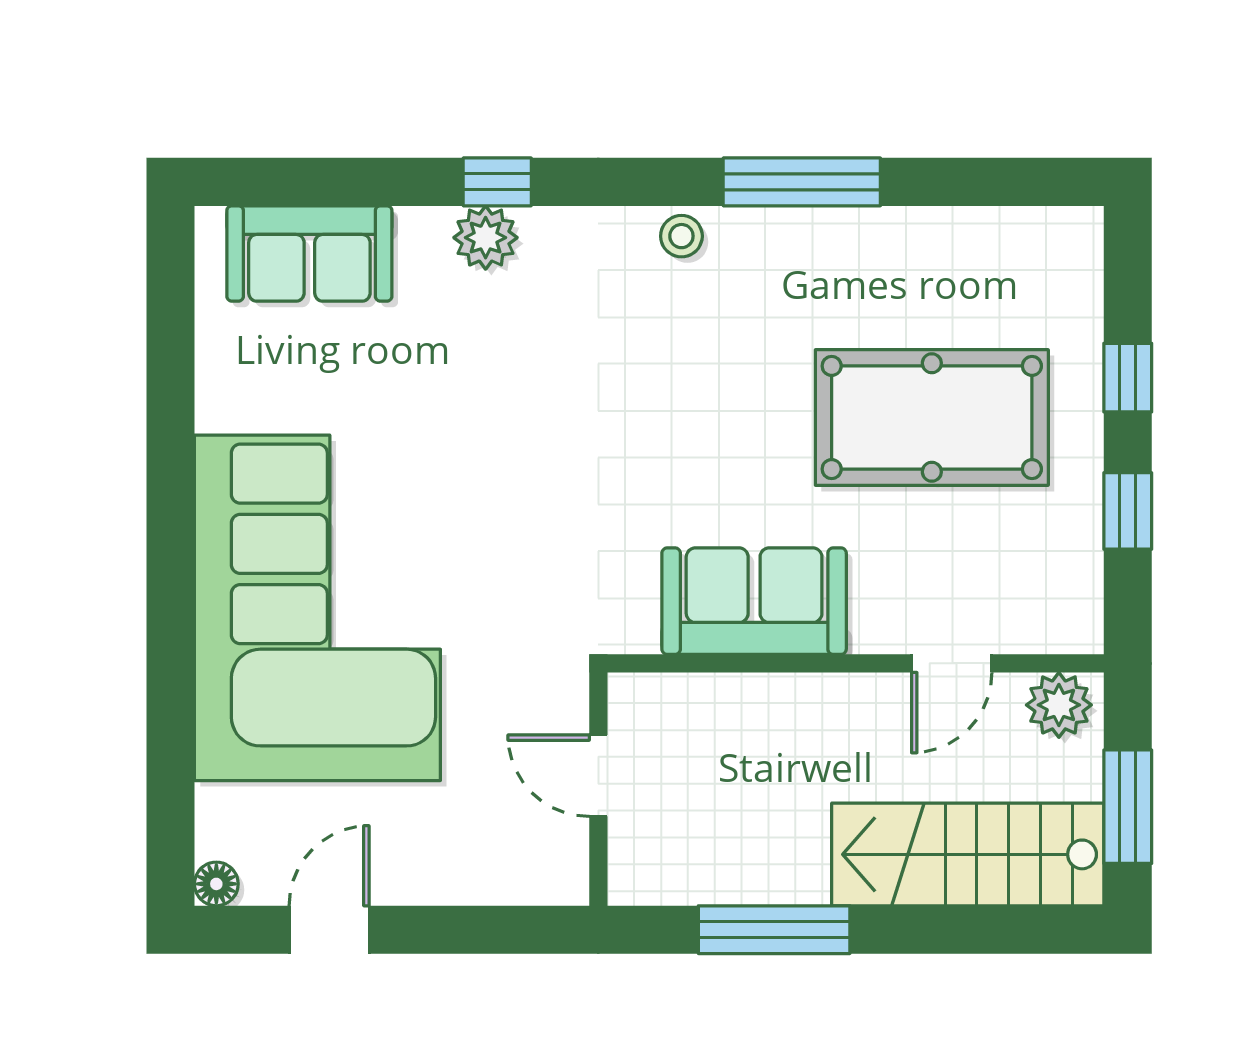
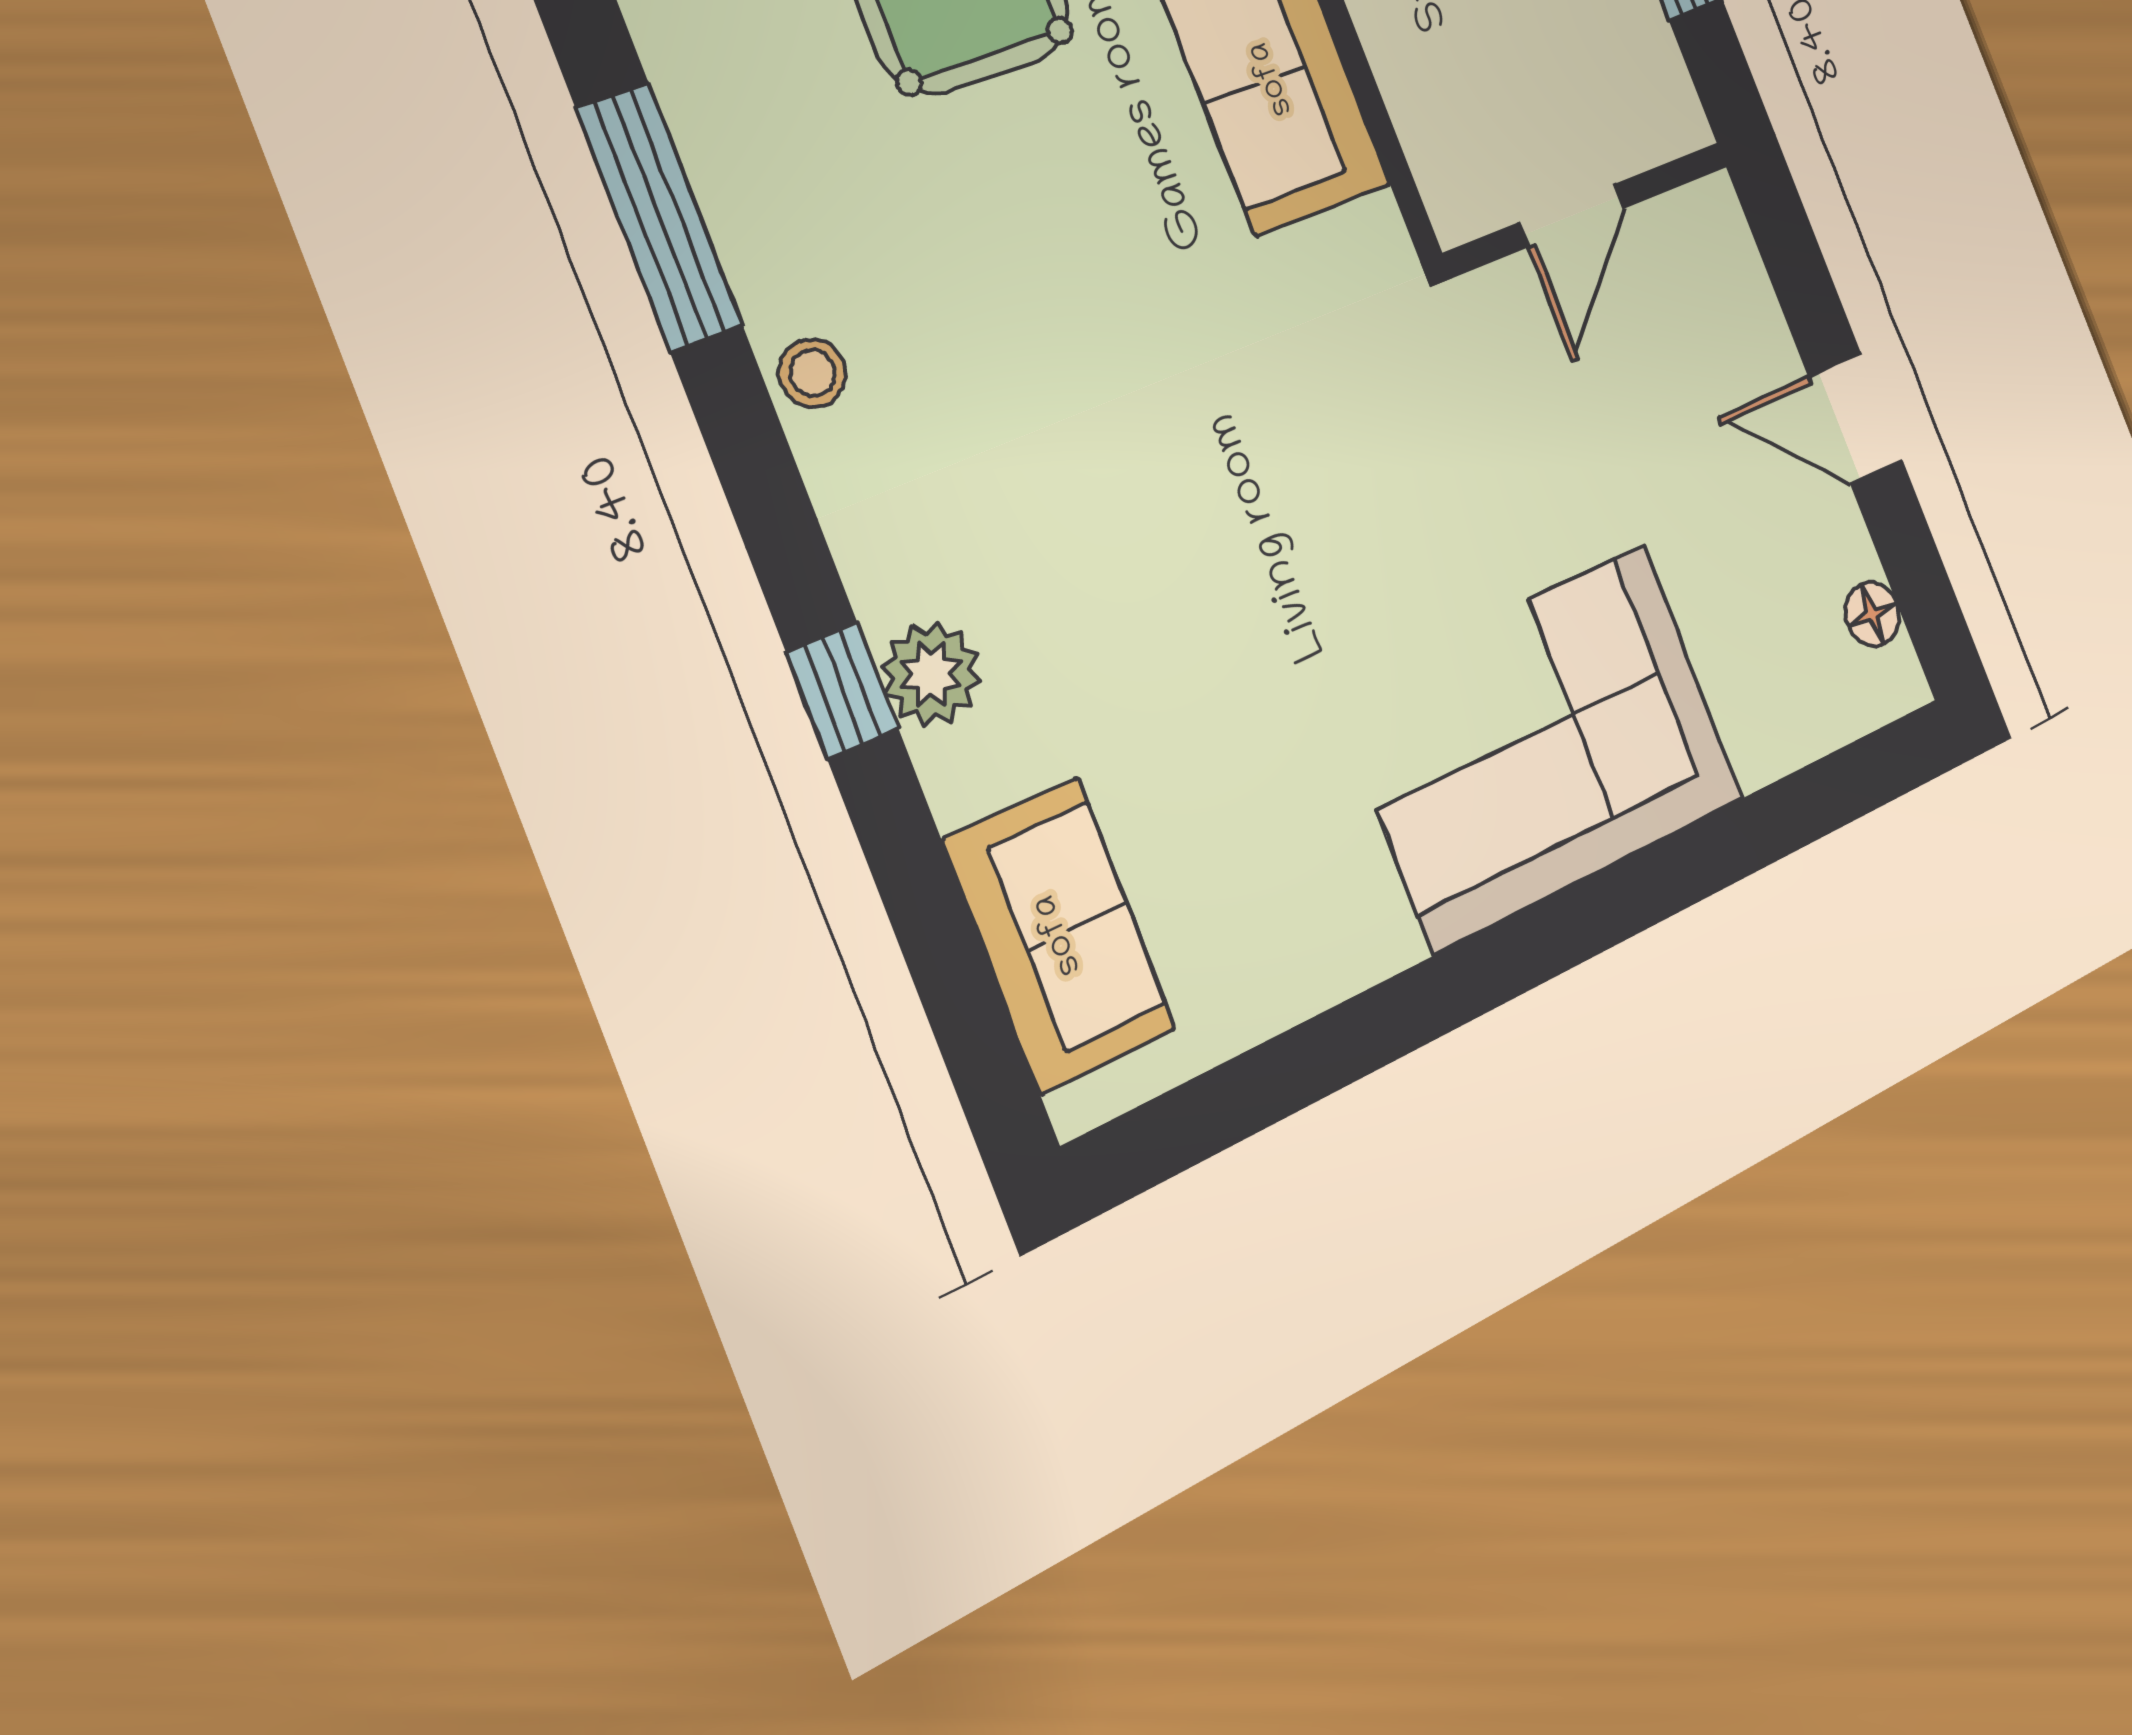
corner sofa: (317, 608) -> (1541, 746), width x0.73, depth x0.74
floor lamp: (216, 884) -> (1872, 614), moved
door: (329, 930) -> (1856, 419), moved

